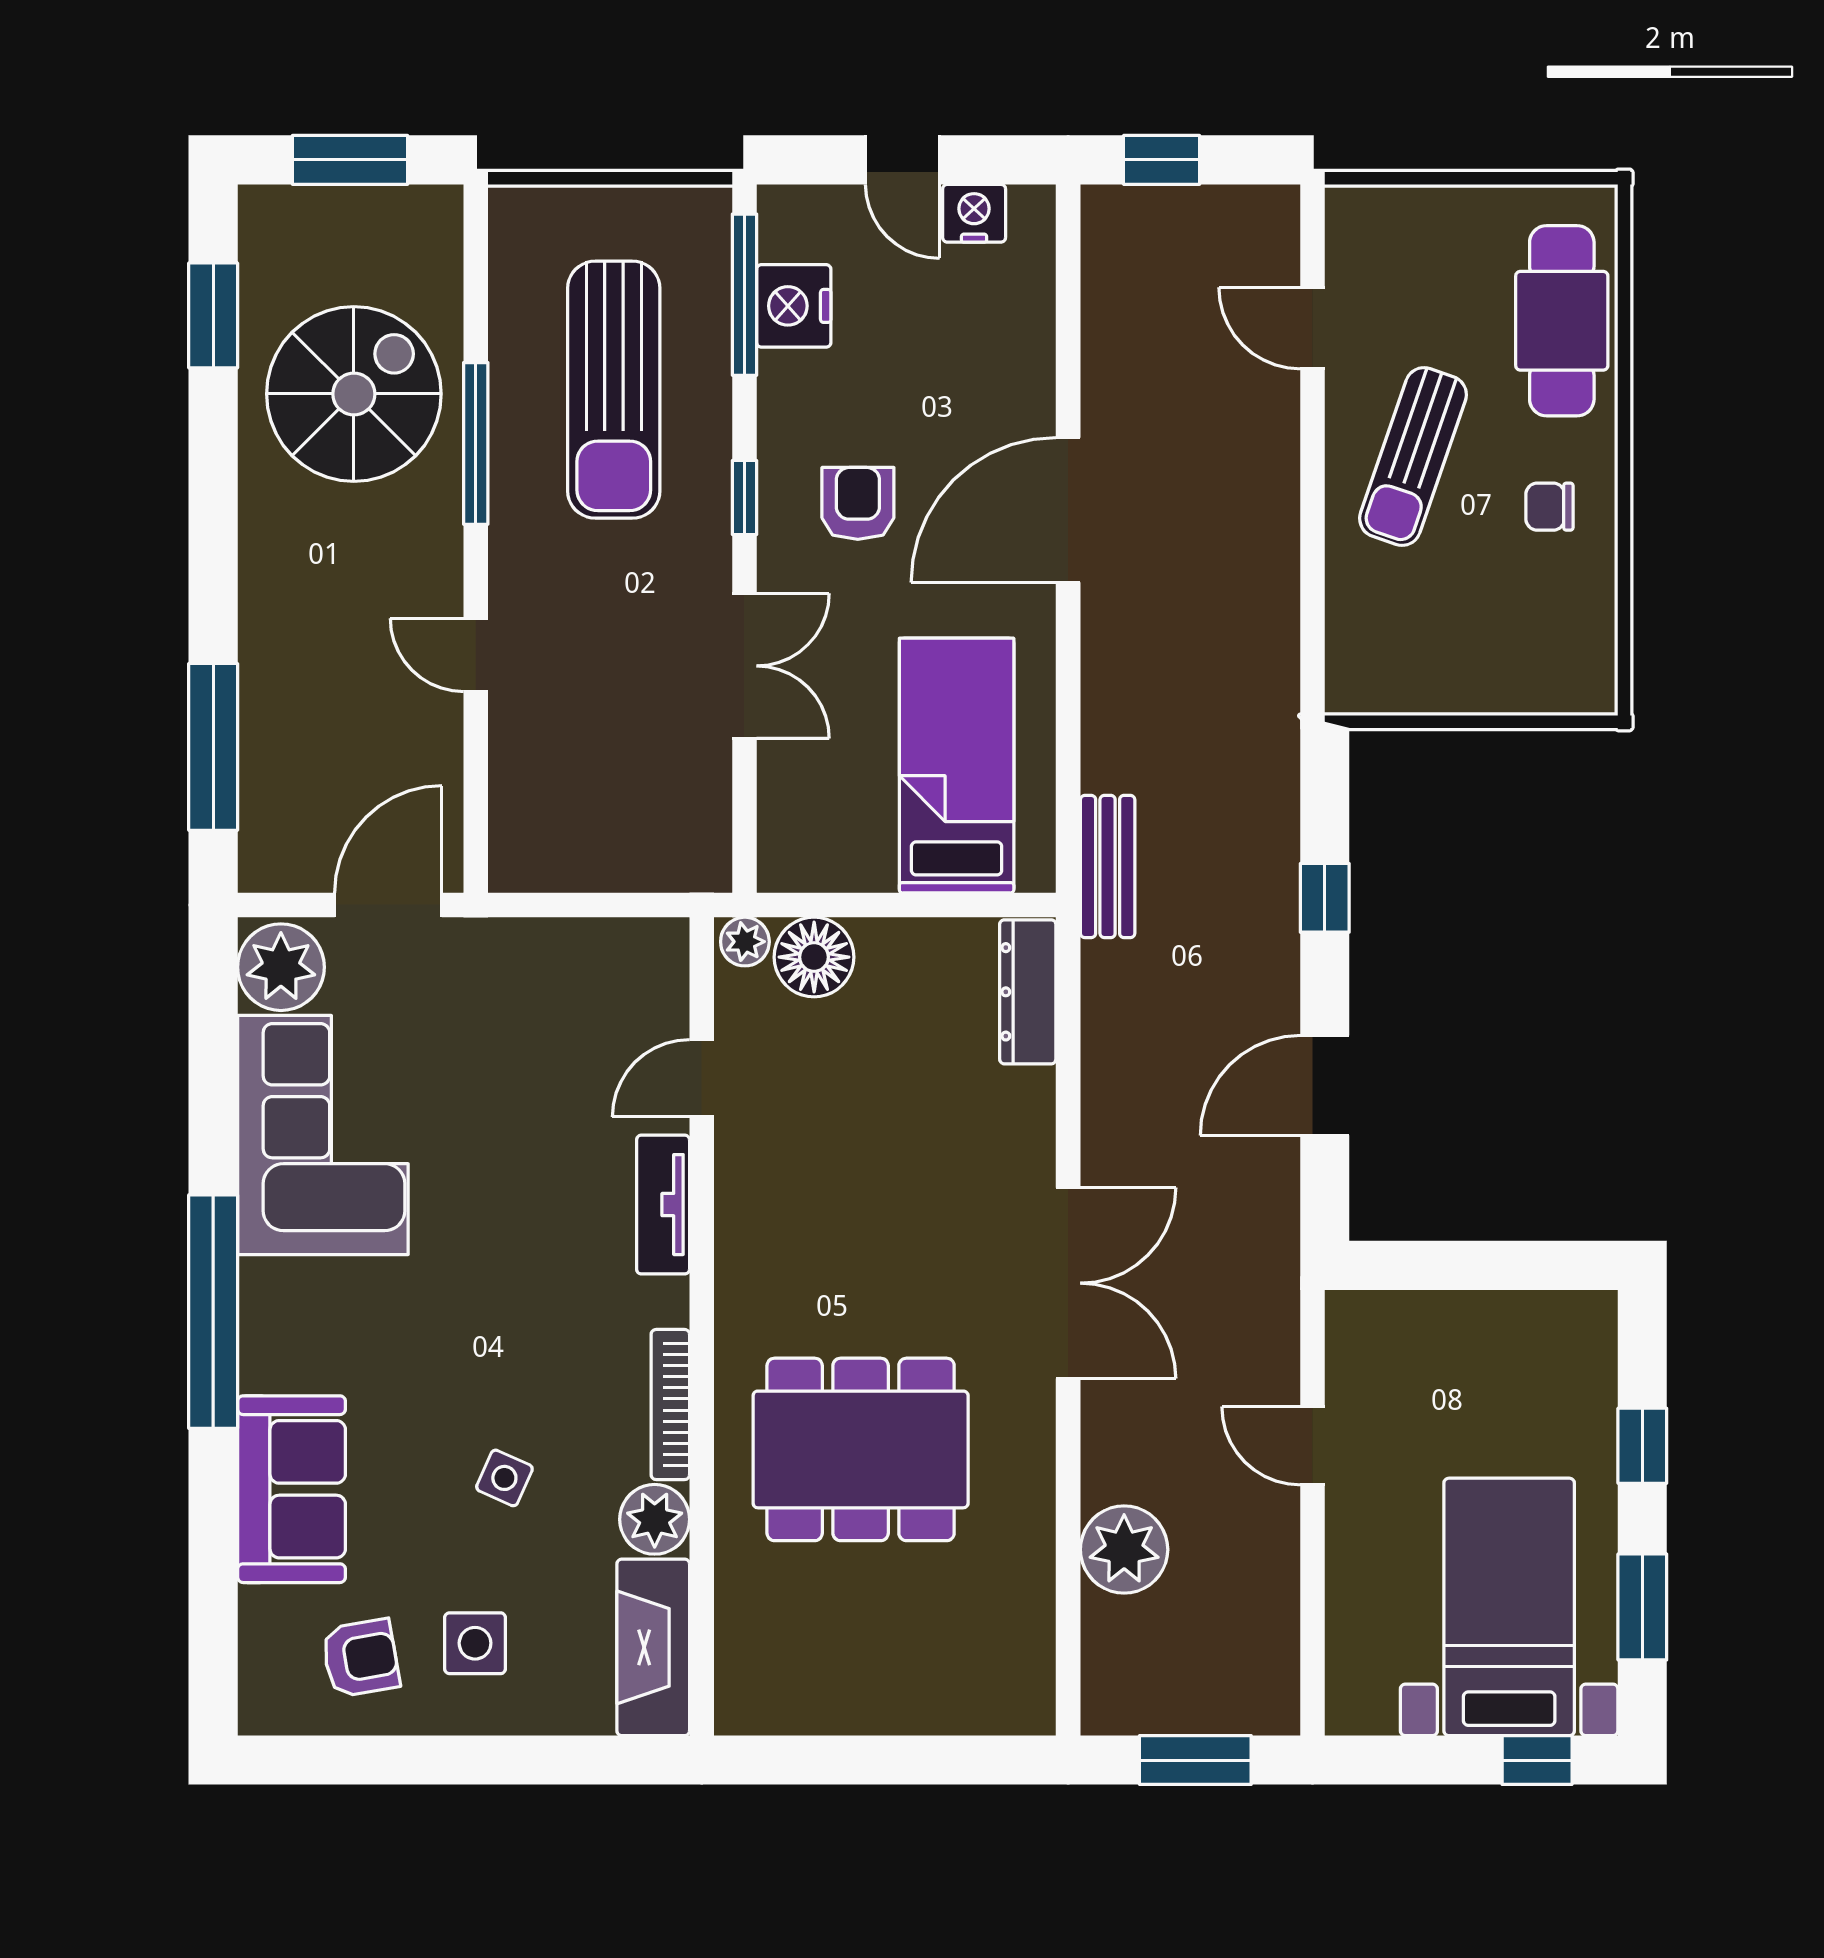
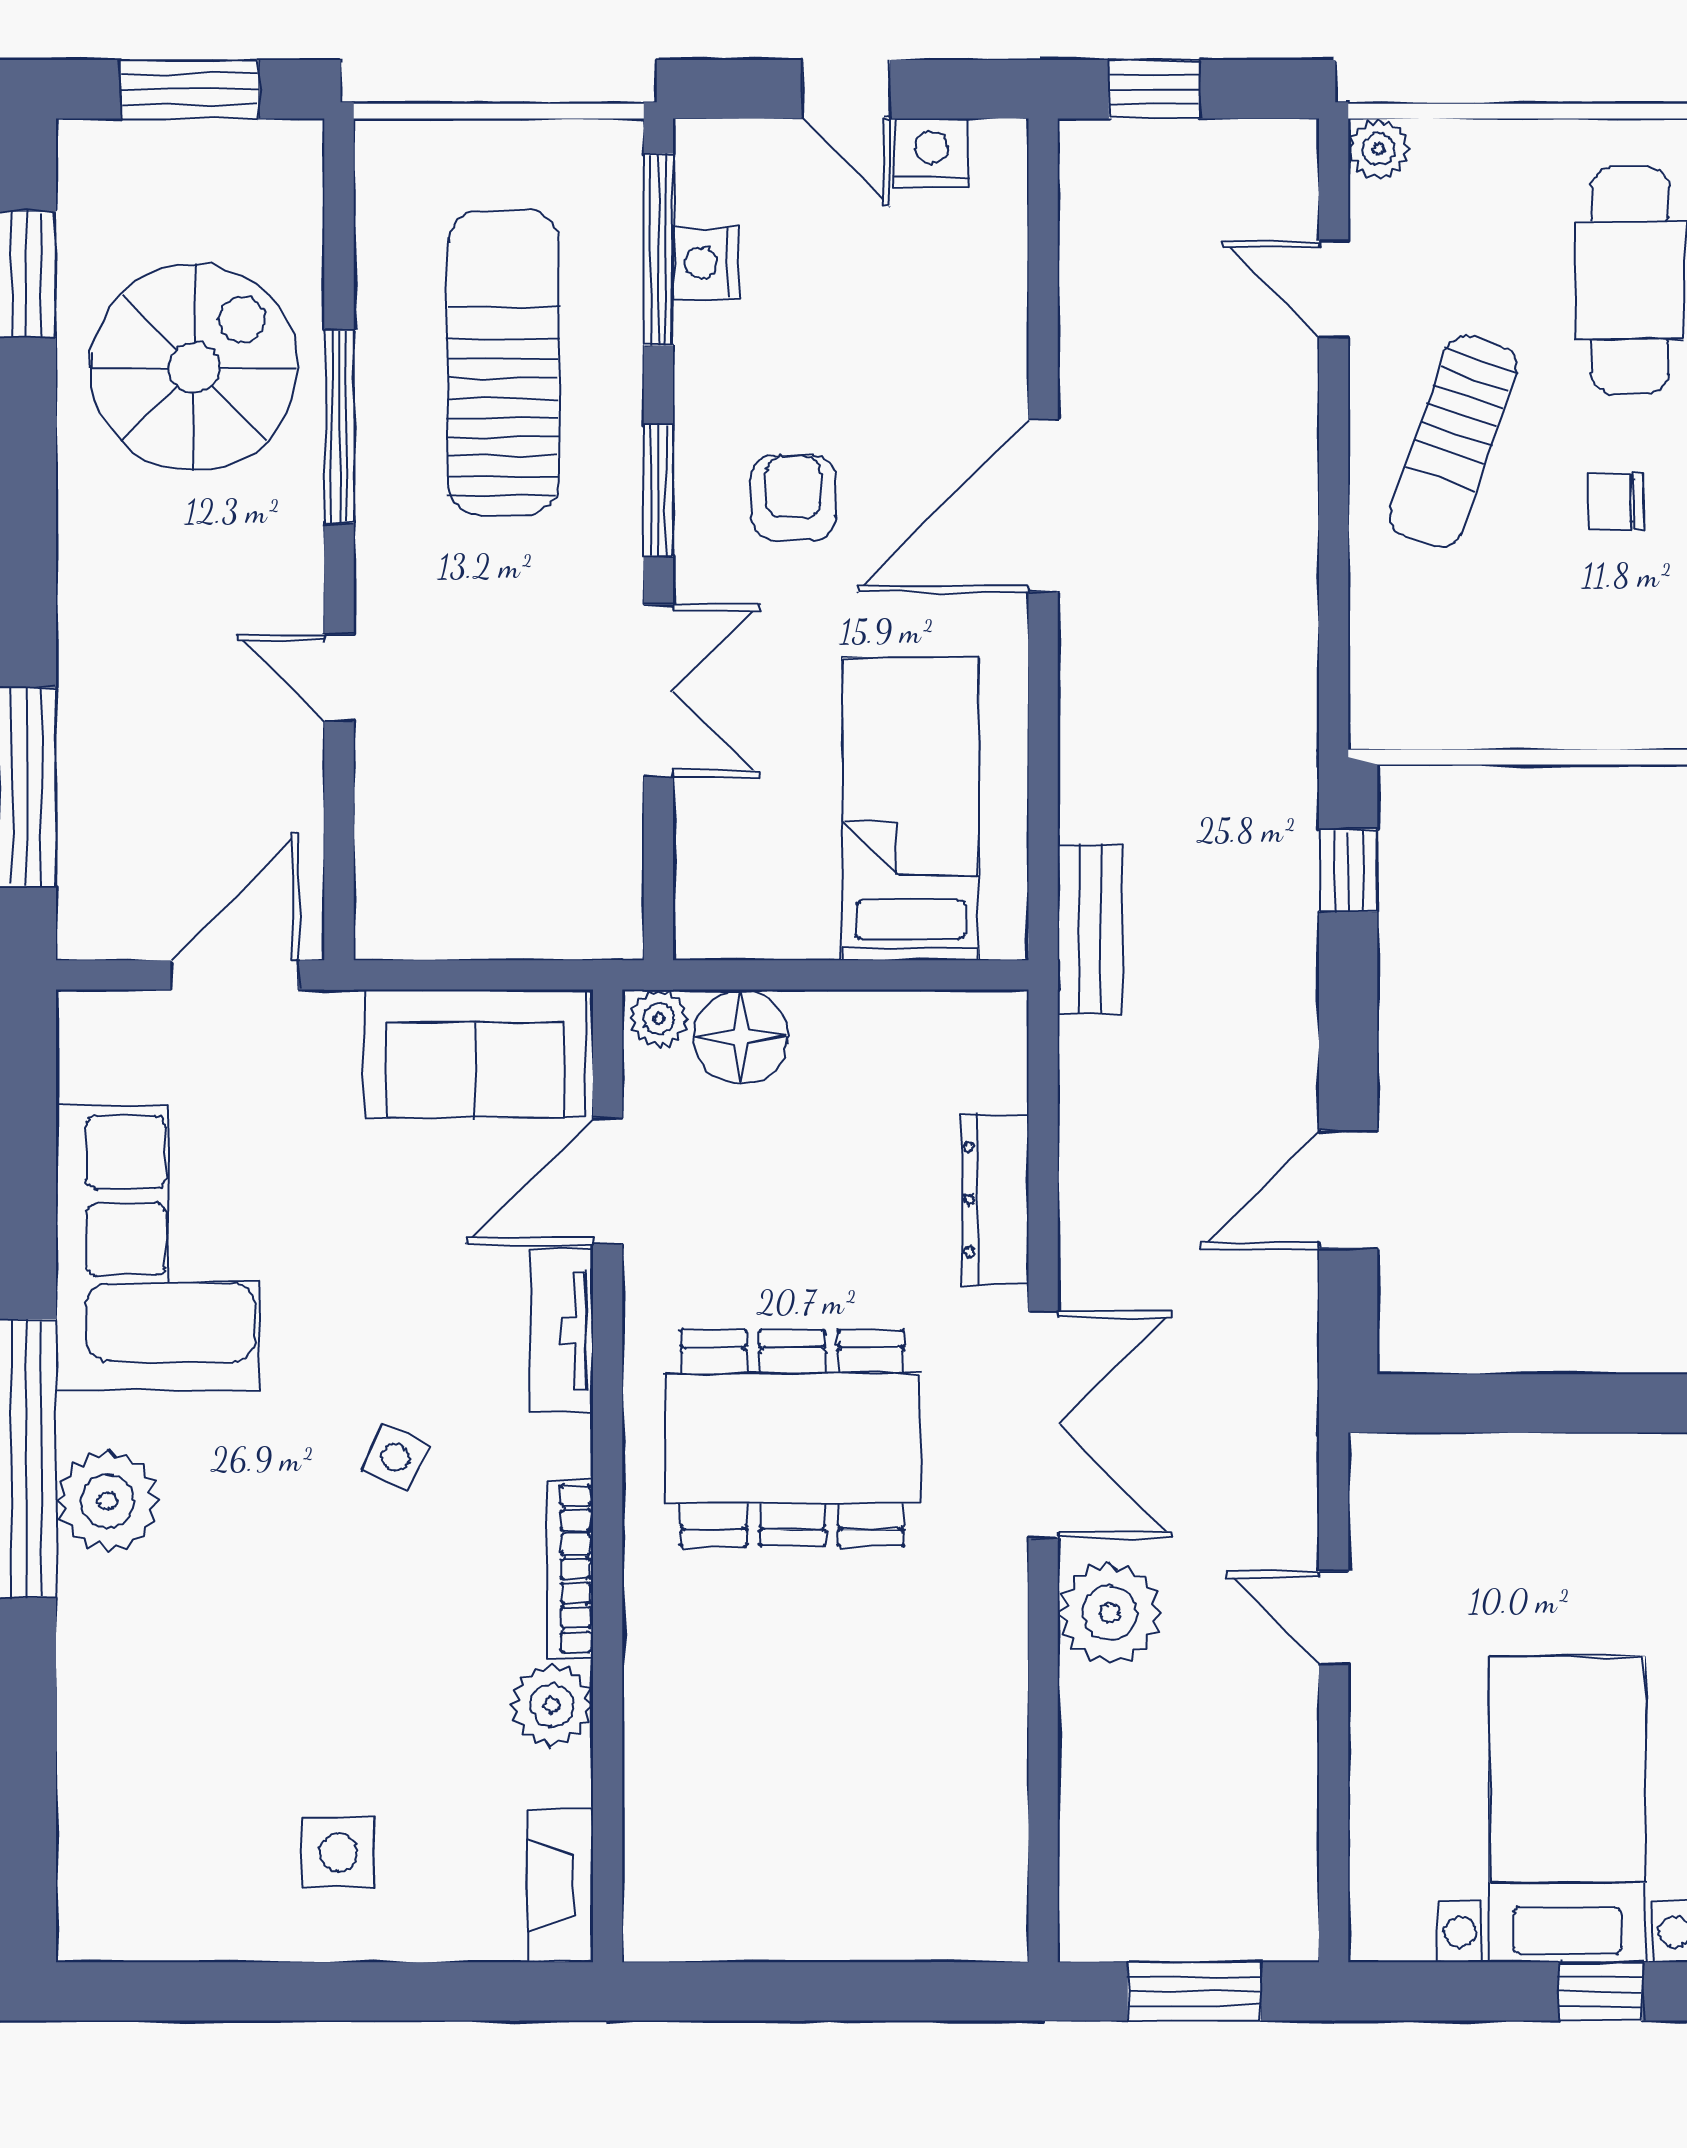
plant: (1350, 210) -> (1379, 149), added
nightstand: (794, 306) -> (706, 263), width x0.74, depth x0.75
sun lounger: (614, 390) -> (503, 362), turned 180
window: (744, 497) -> (658, 491), width x1.50
window: (1325, 898) -> (1348, 870), moved
plant: (281, 967) -> (107, 1501), moved
dresser: (1028, 992) -> (995, 1200), moved
door: (702, 1078) -> (608, 1181), width x1.38
dining table: (861, 1449) -> (792, 1438), moved
side table: (504, 1478) -> (395, 1457), moved
sofa: (292, 1489) -> (475, 1054), moved, turned 90
plant: (1124, 1550) -> (1110, 1613), moved
fireplace: (653, 1647) -> (560, 1886), width x0.73, depth x0.76
armchair: (361, 1658) -> (202, 1870), removed

